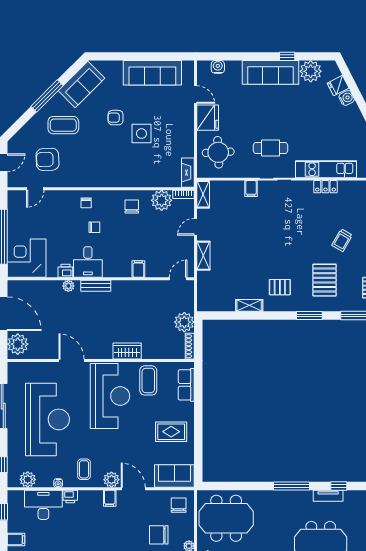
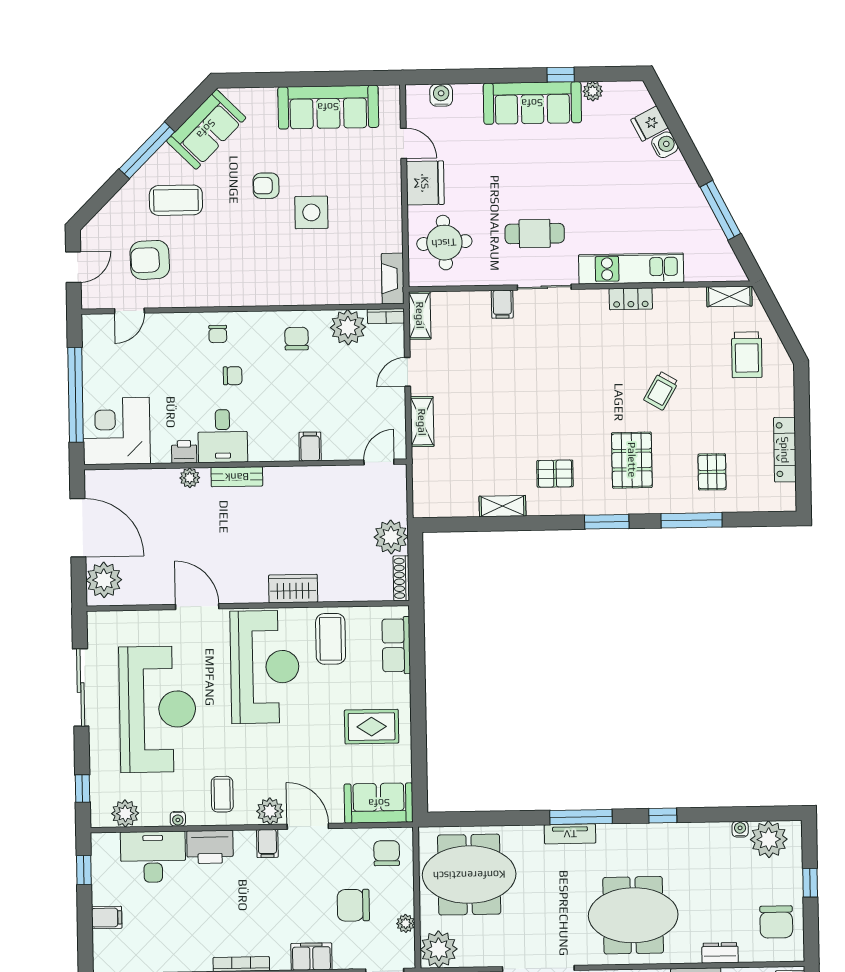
plant: (311, 71) -> (593, 91), width x0.53, depth x0.53
tv unit: (328, 496) -> (570, 834), moved
printer: (70, 497) -> (210, 847), width x1.87, depth x1.48

